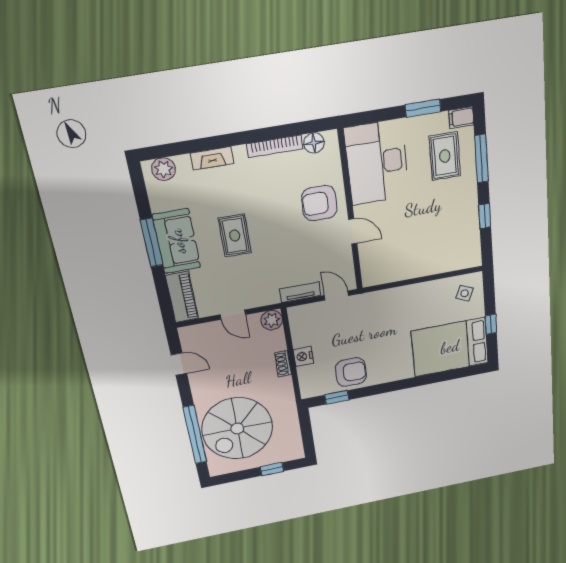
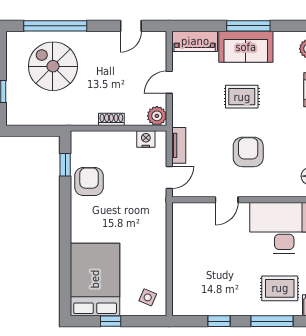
armchair: (319, 203) -> (248, 152), moved
nightstand: (303, 357) -> (146, 139), moved
armchair: (351, 372) -> (89, 181), turned 180
spiral stairs: (237, 428) -> (53, 66), width x0.73, depth x0.73

